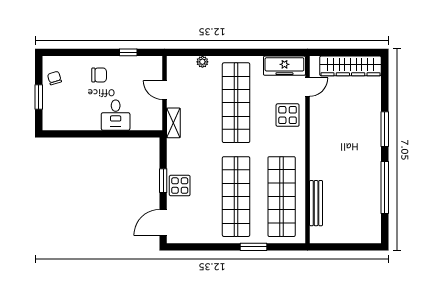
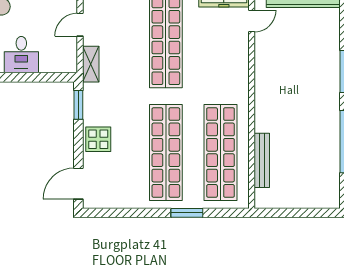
door: (165, 90) -> (80, 25), hinge flipped
display table: (288, 115) -> (228, 55), removed
window: (163, 181) -> (78, 105), moved

